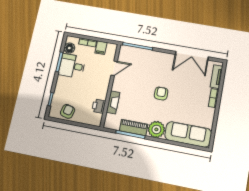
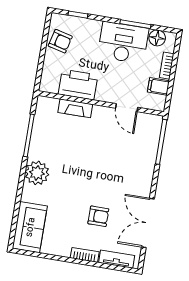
desk: (72, 66) -> (123, 43), width x1.37
armchair: (161, 93) -> (98, 216), moved
printer: (99, 106) -> (78, 85), width x1.87, depth x1.48
piano: (134, 127) -> (39, 140), removed
sofa: (188, 134) -> (30, 227), width x0.73

